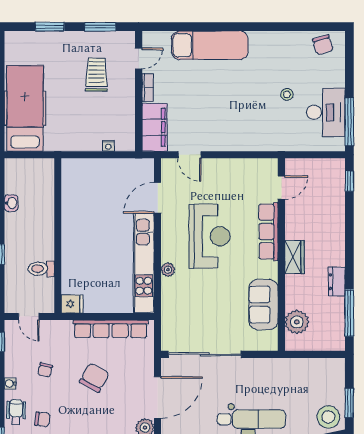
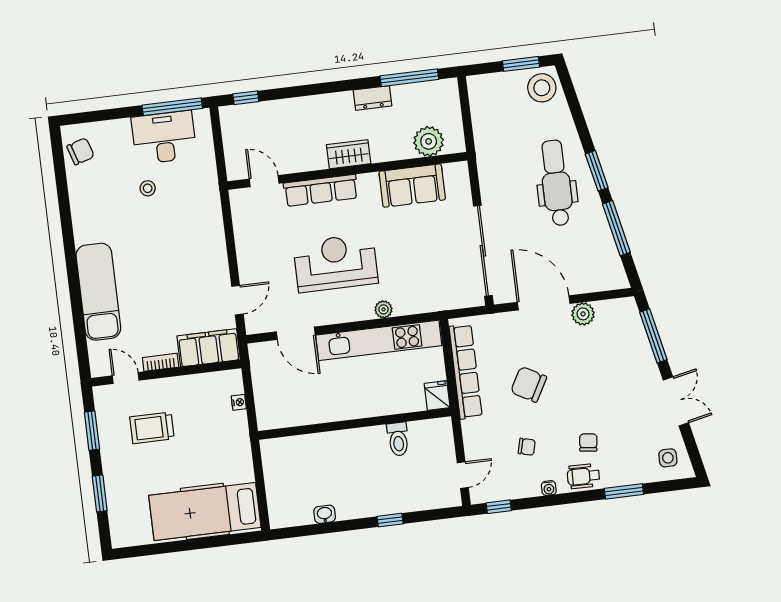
wall: (58, 236) -> (355, 424), moved
toilet: (41, 269) -> (398, 439), moved
fridge: (72, 304) -> (437, 395), moved

